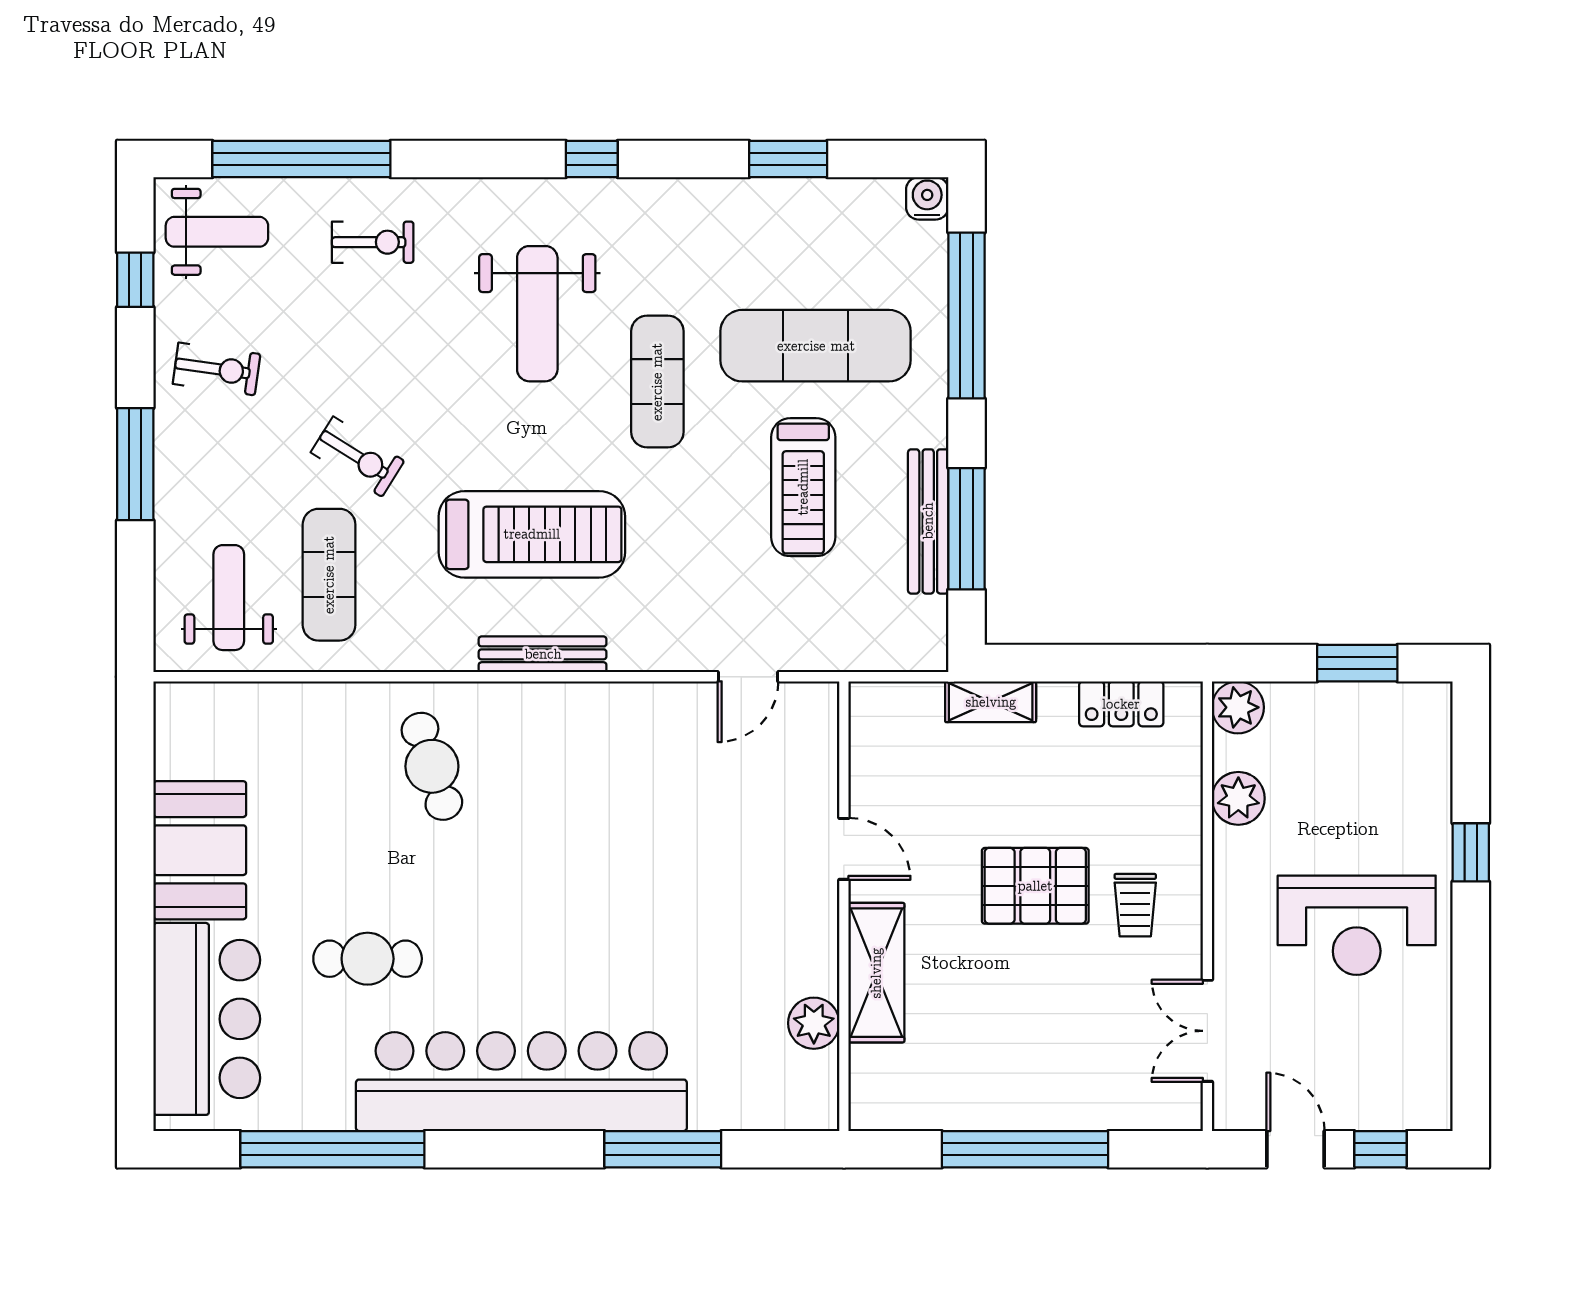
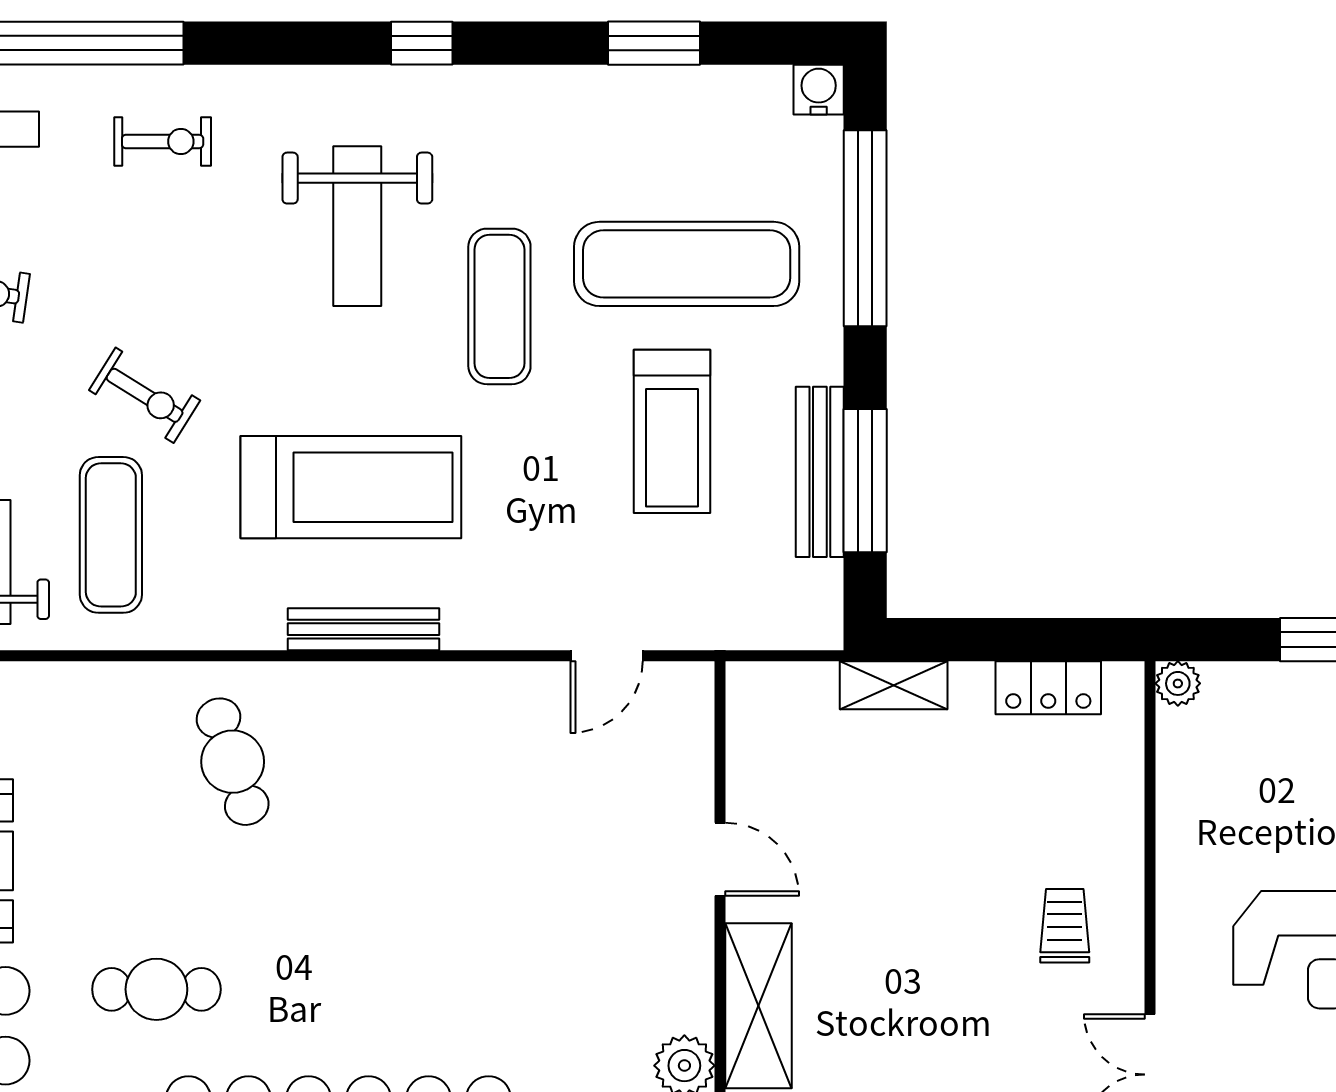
plant: (1238, 707) -> (1178, 683), width x0.73, depth x0.73
plant: (1238, 798) -> (1187, 800), removed
pallet: (1035, 886) -> (946, 903), removed
trolley: (1135, 905) -> (1065, 926), turned 180

